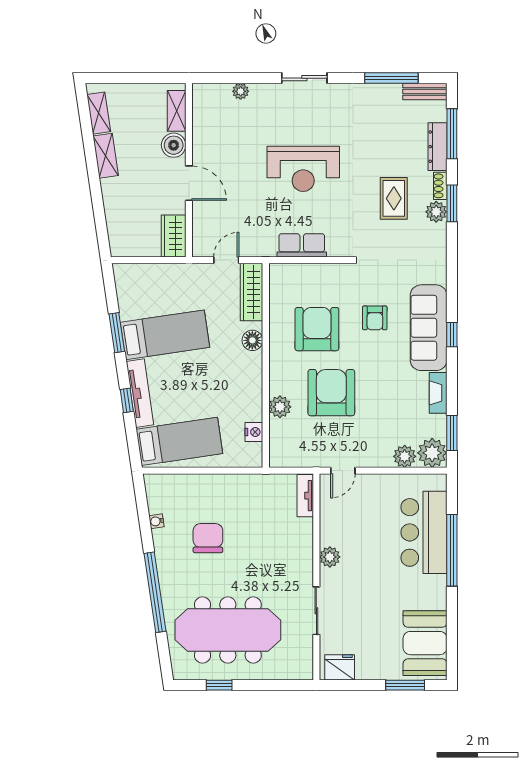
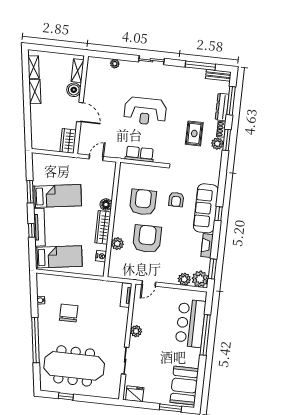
wardrobe: (252, 292) -> (103, 227), moved

